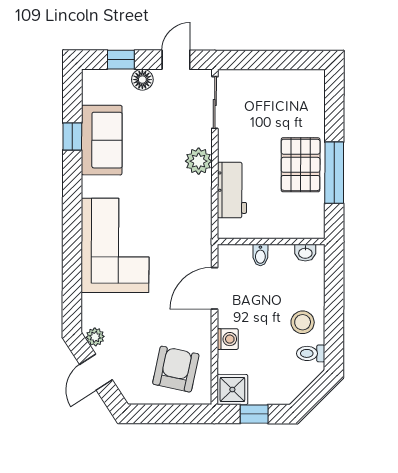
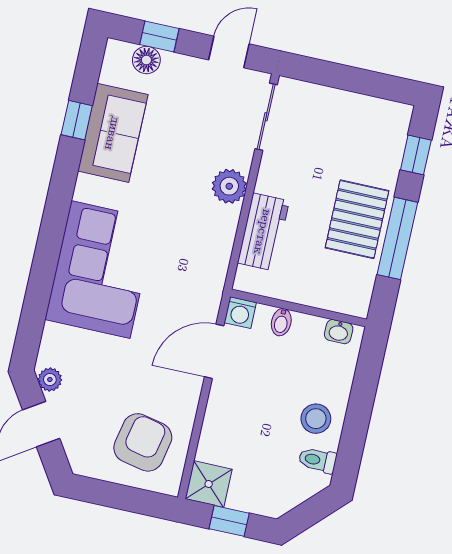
floor lamp: (142, 80) -> (146, 60), moved
window: (334, 106) -> (416, 155), added
washing machine: (228, 339) -> (240, 313), moved, turned 90

